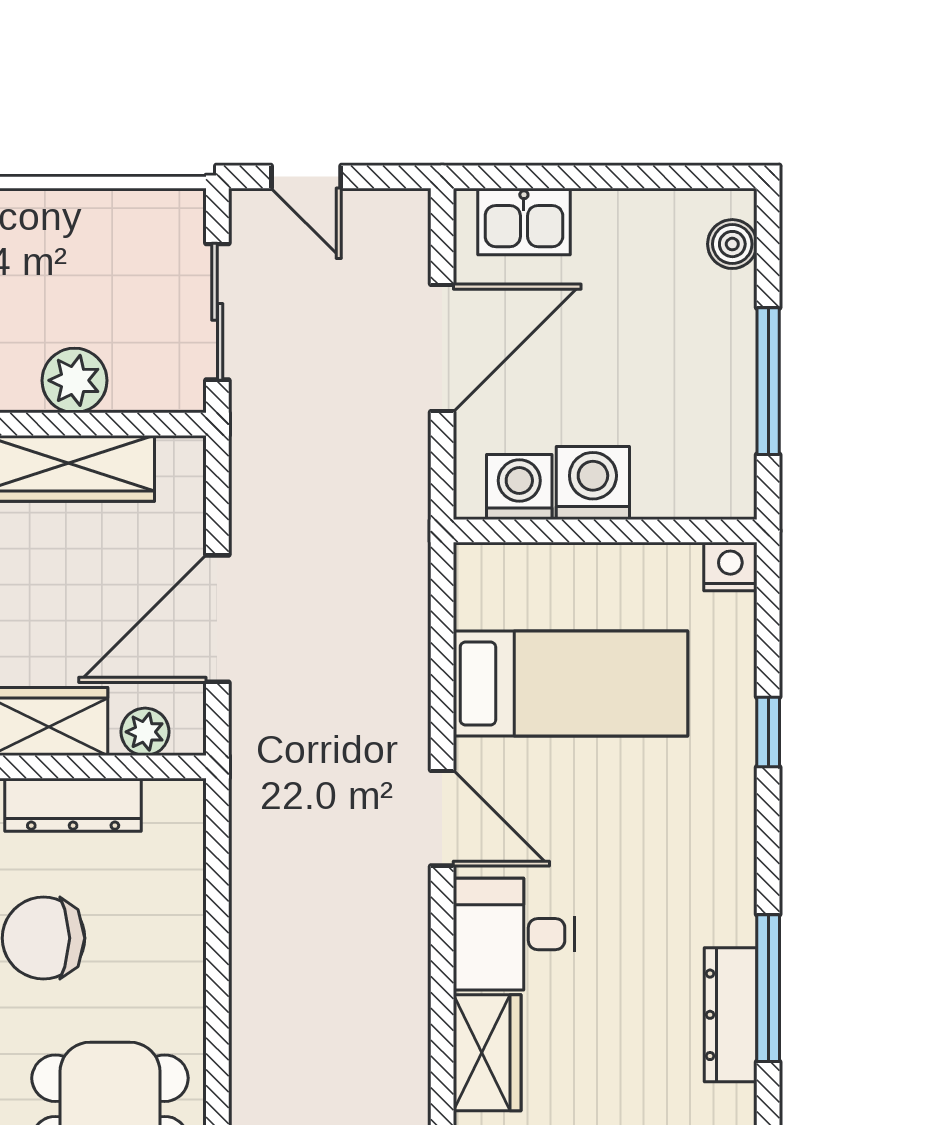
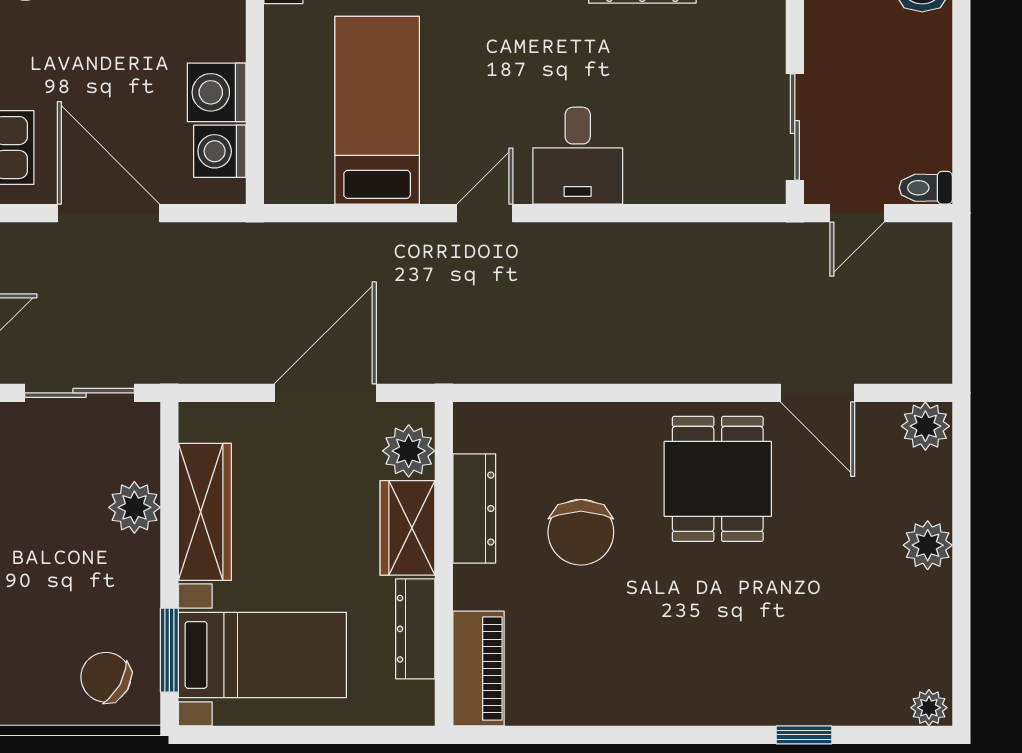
door: (217, 619) -> (325, 393), swing flipped
plant: (145, 732) -> (409, 451), width x1.38, depth x1.38
door: (442, 818) -> (485, 213), width x0.73
wardrobe: (487, 1053) -> (673, 177), removed

